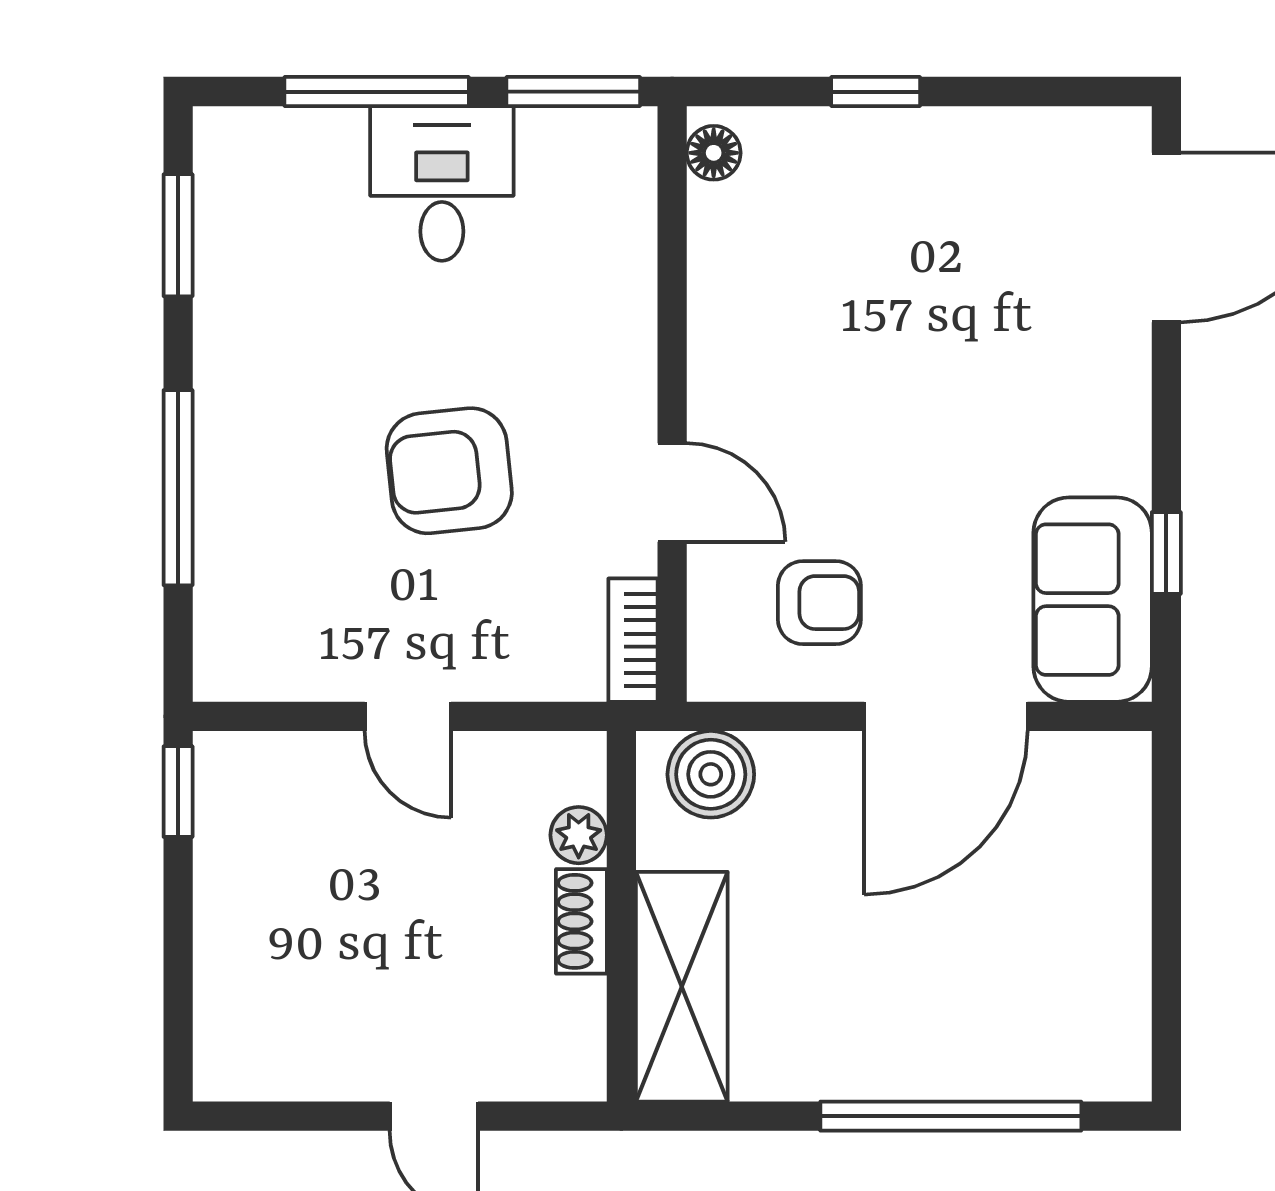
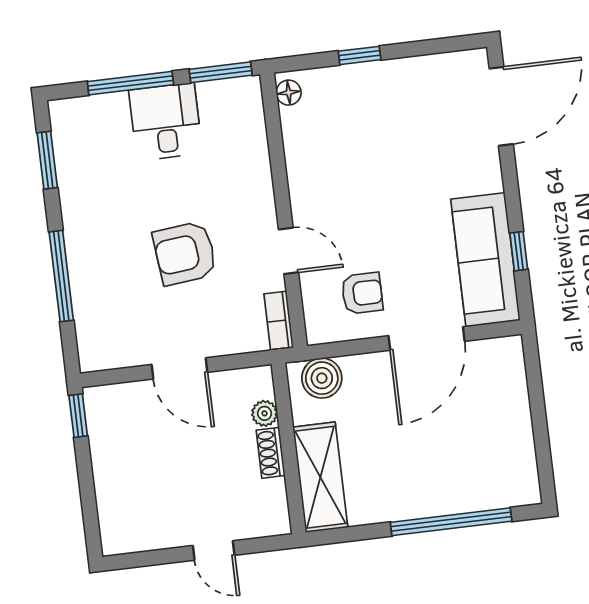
sofa: (1093, 600) -> (485, 260), width x1.36
door: (408, 716) -> (179, 368), width x1.38

